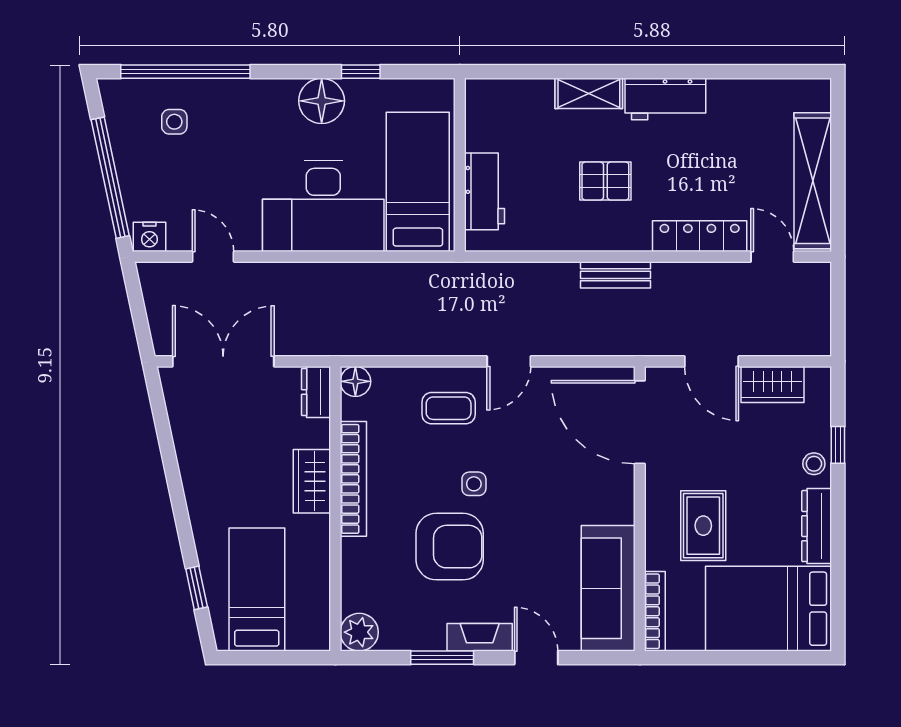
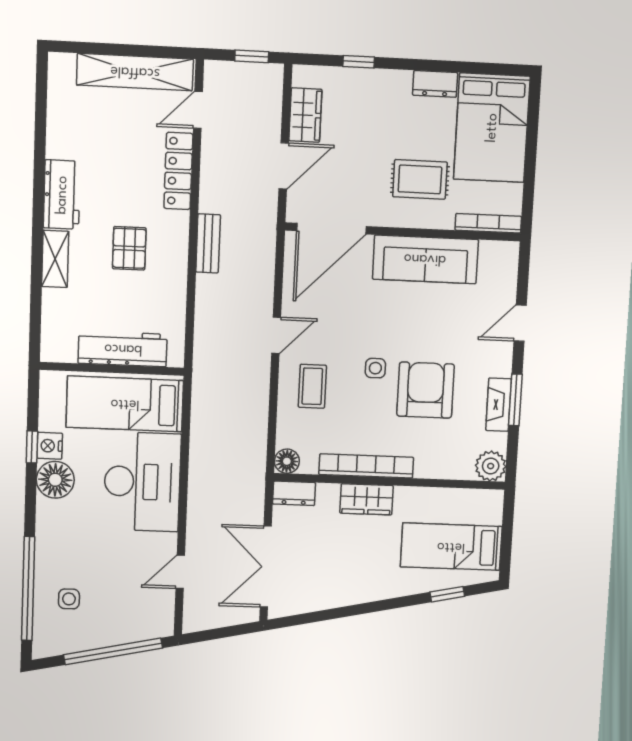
workbench: (485, 191) -> (123, 349), width x1.38
nightstand: (149, 237) -> (50, 446), moved, turned 180
window: (838, 318) -> (252, 56), added
door: (509, 361) -> (276, 335), hinge flipped
stool: (814, 464) -> (373, 83), removed
dresser: (817, 526) -> (435, 84), width x0.70
sofa: (608, 588) -> (425, 259), moved
fireplace: (480, 637) -> (499, 405), moved

